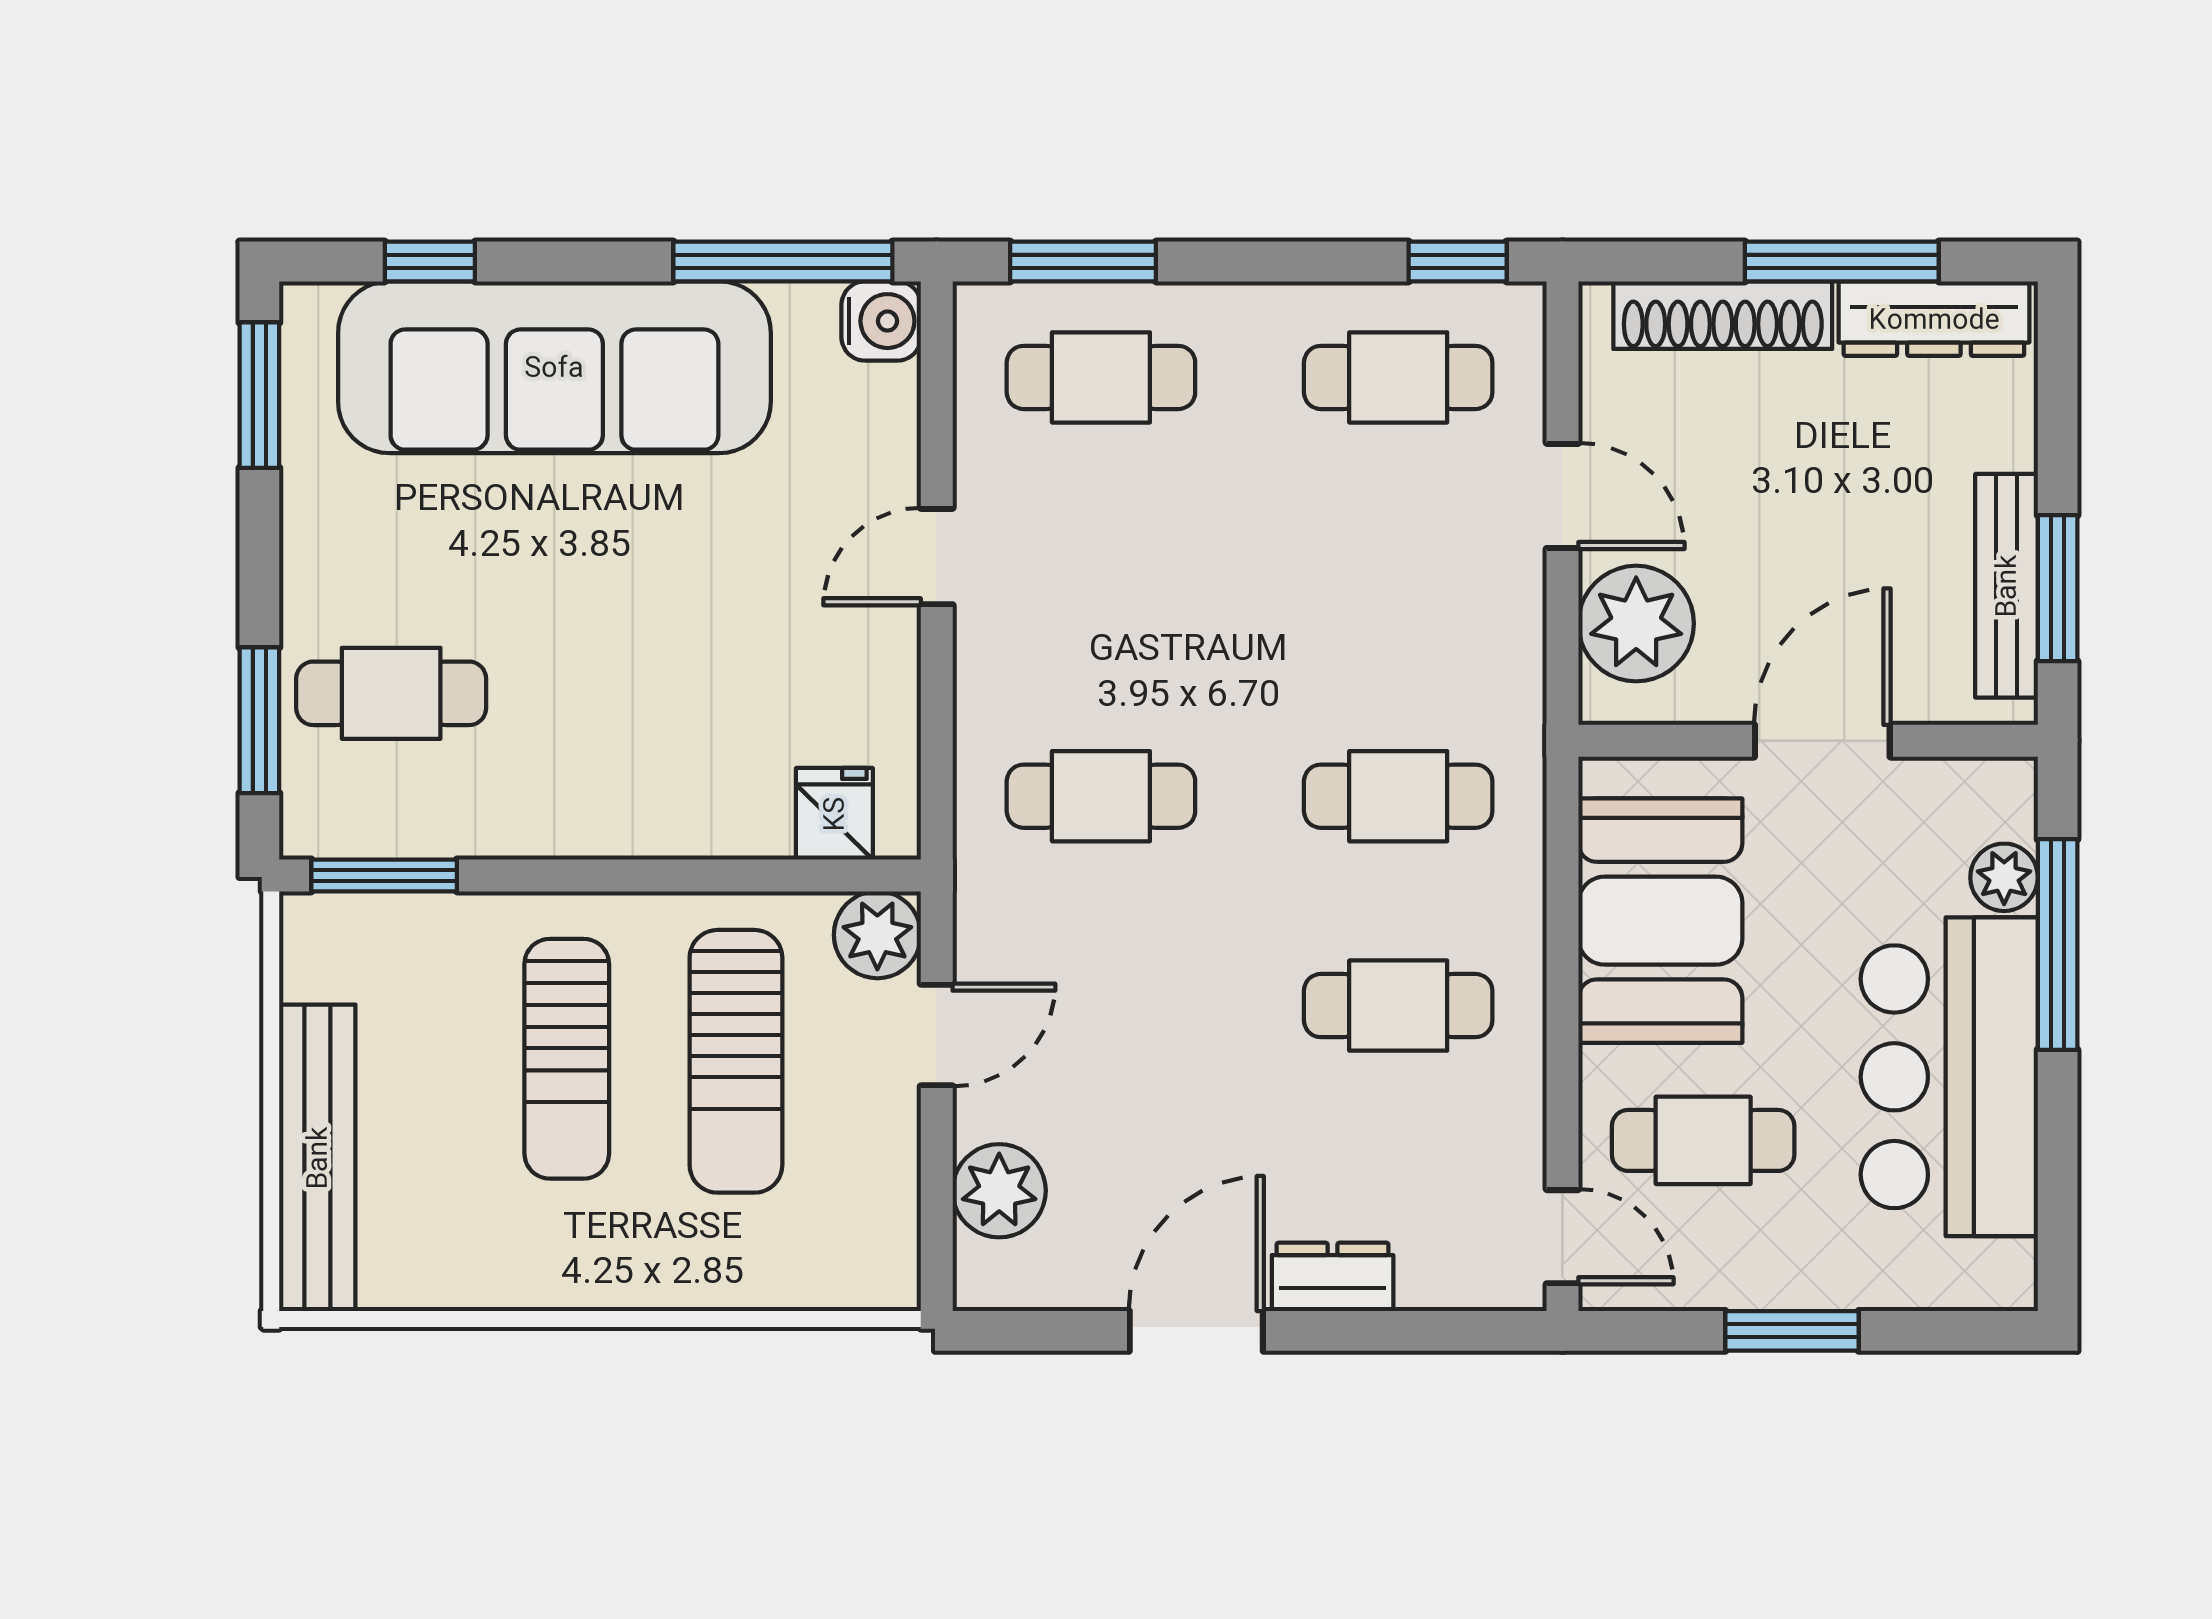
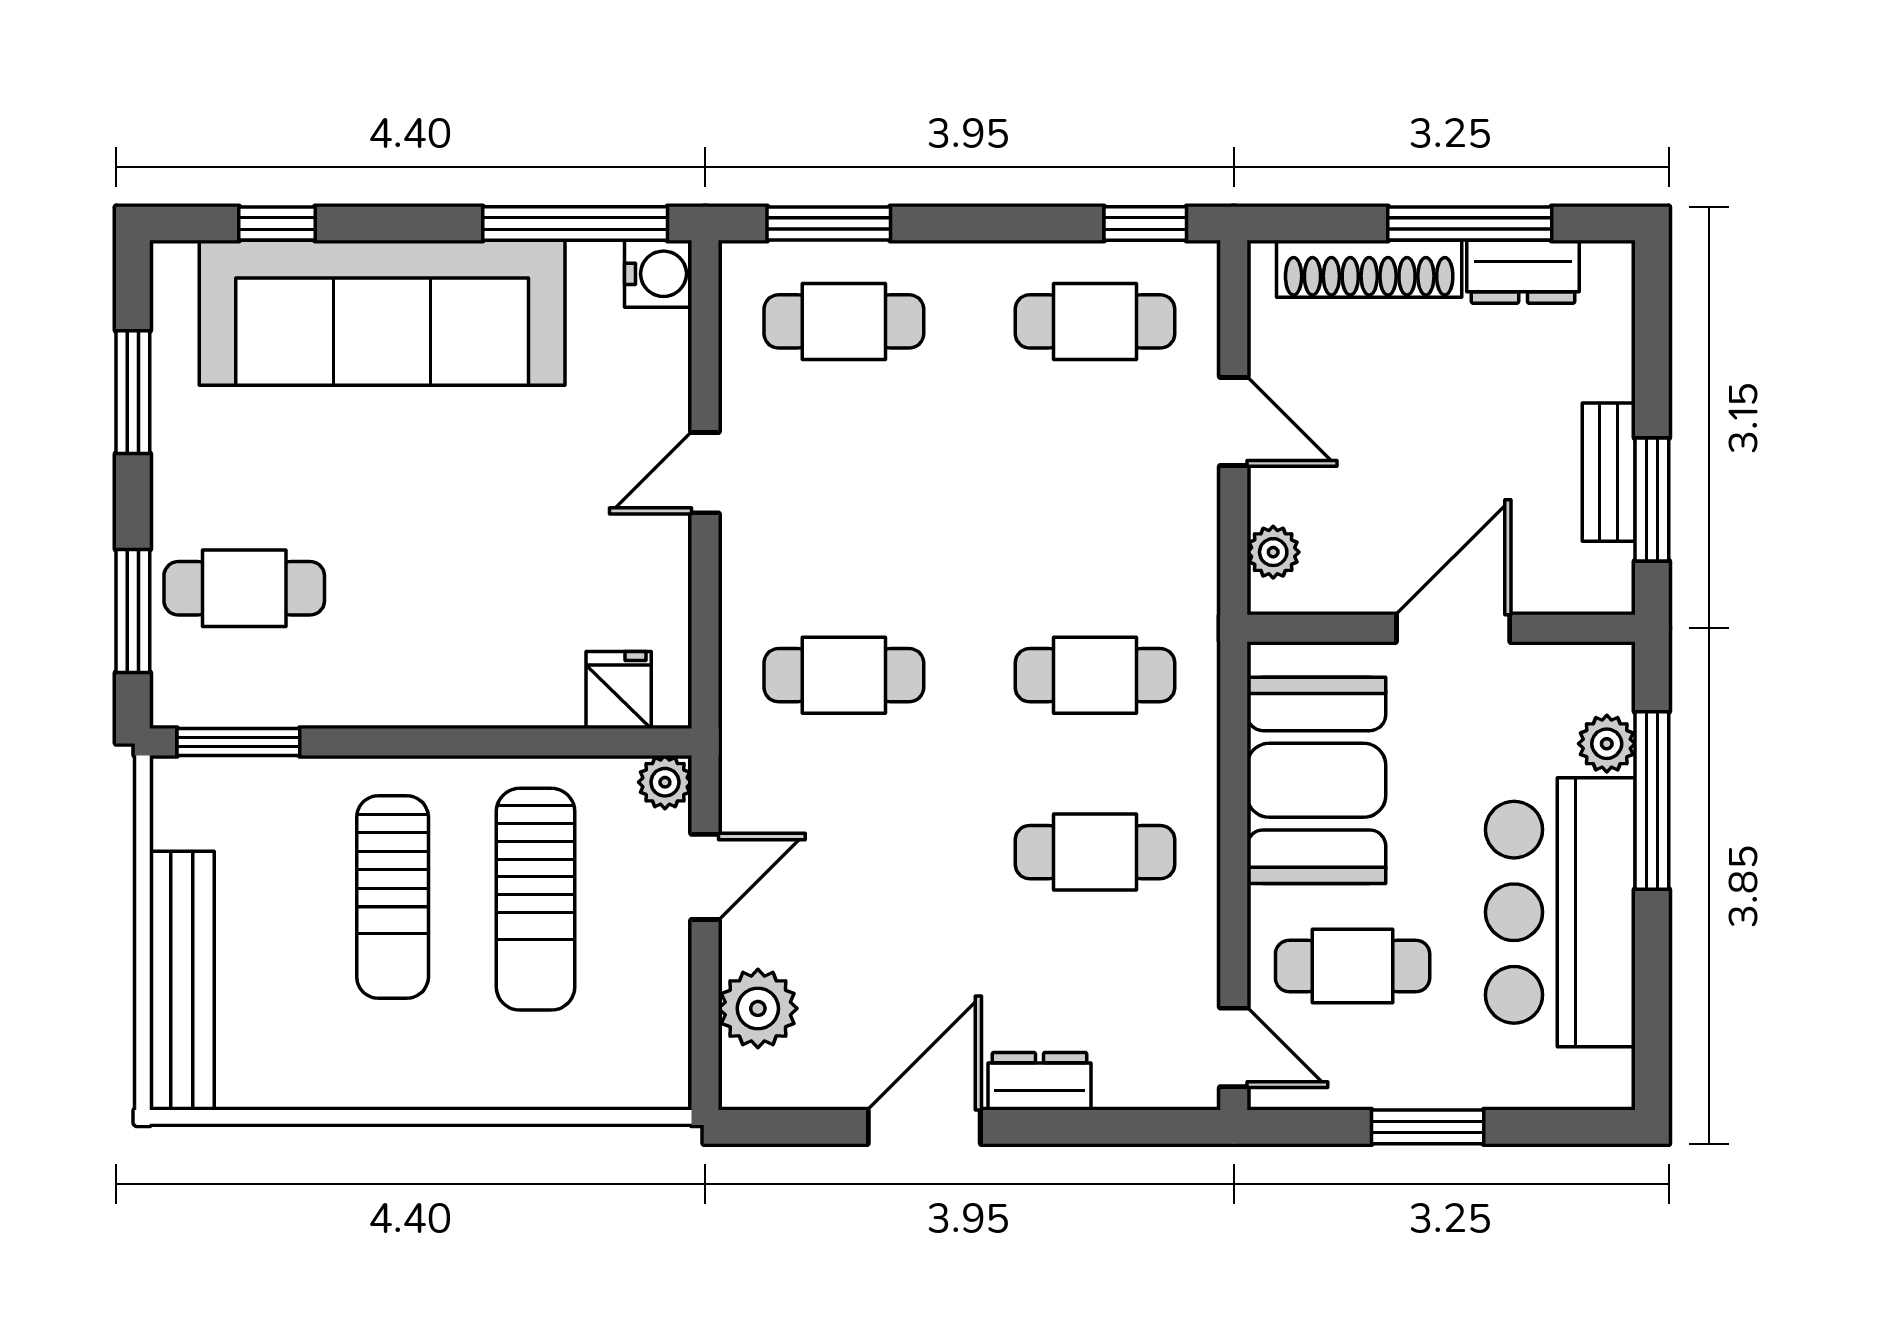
dresser: (1934, 319) -> (1523, 272), width x0.70
window: (259, 395) -> (133, 392), moved
bench: (2006, 586) -> (1609, 472), width x0.73
plant: (1636, 624) -> (1273, 552), width x0.53, depth x0.53
plant: (877, 935) -> (665, 782), width x0.73, depth x0.73

